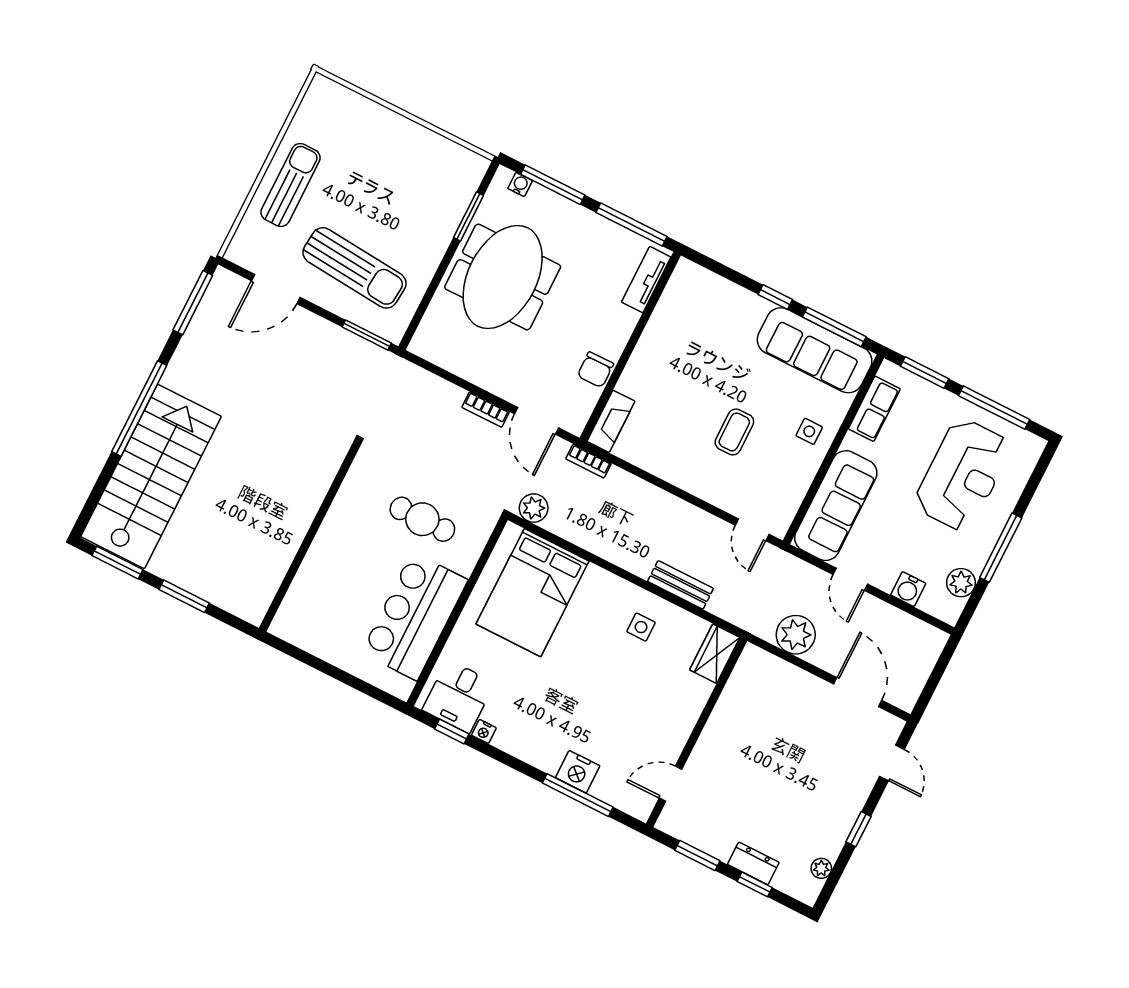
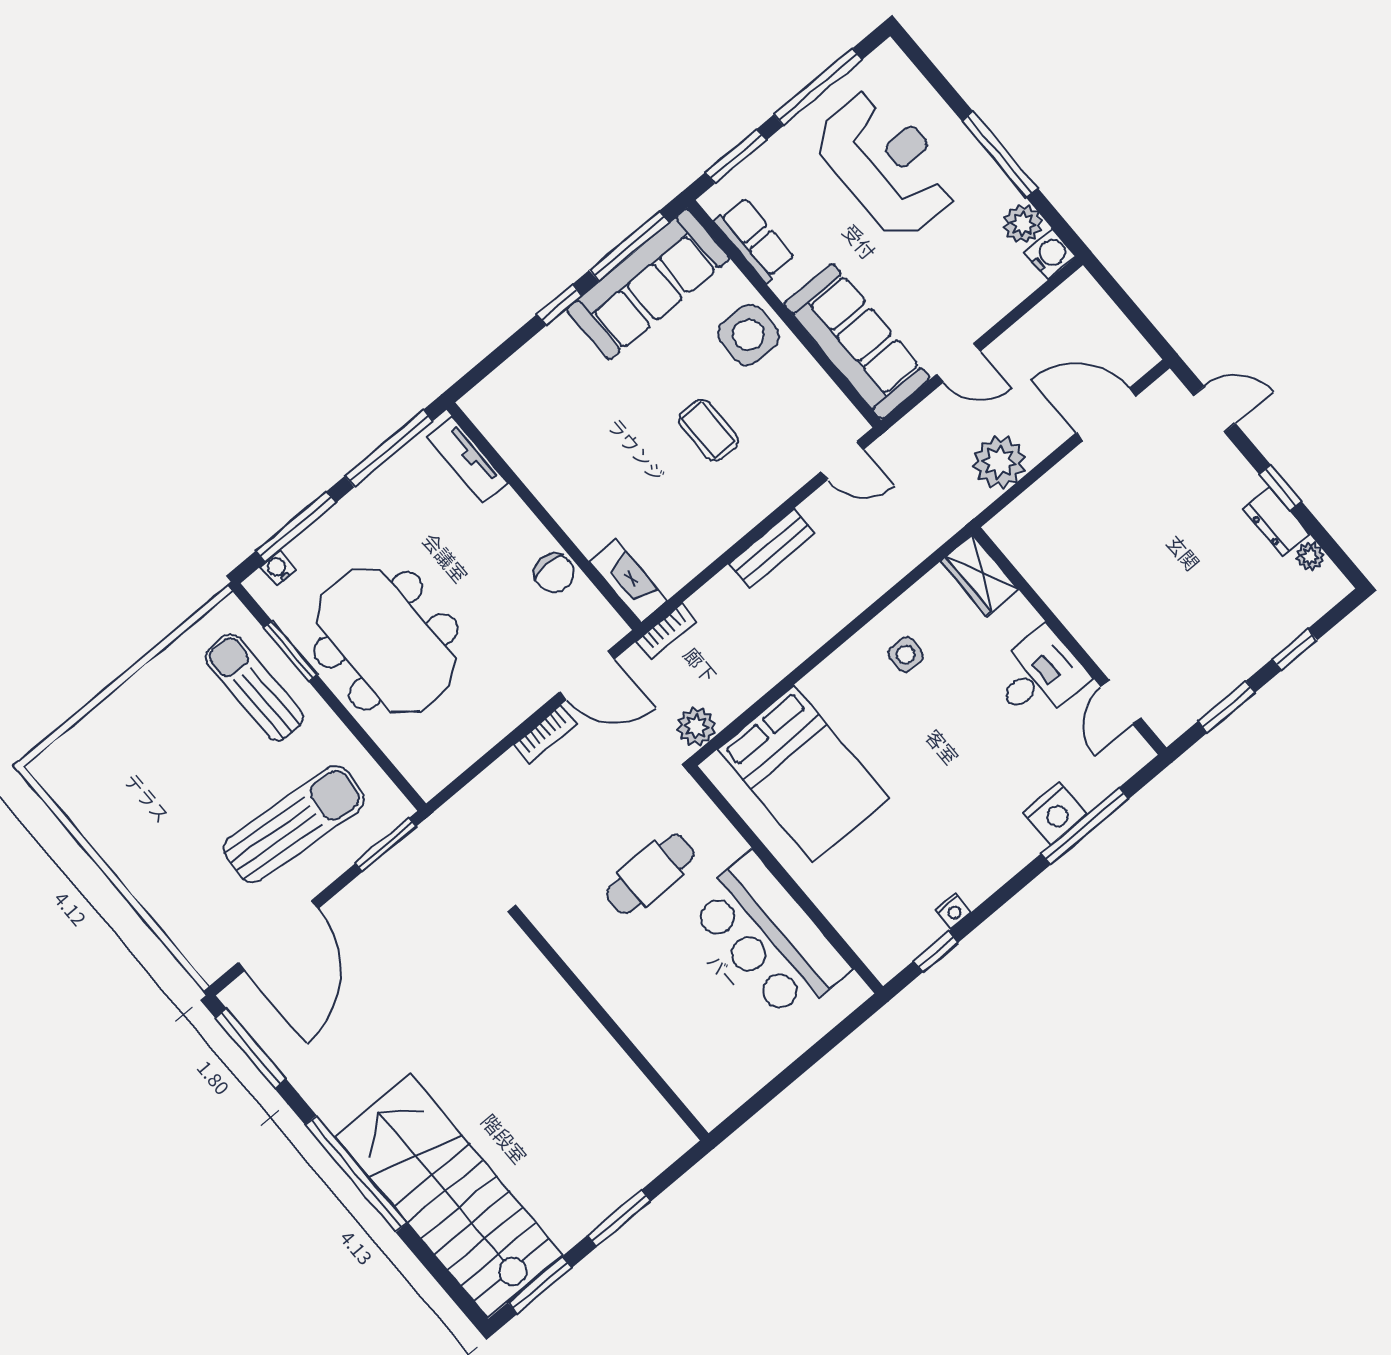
sun lounger: (291, 185) -> (254, 687), moved
door: (276, 289) -> (278, 936), width x1.36
side table: (809, 431) -> (748, 335), width x1.87, depth x1.87
bench: (680, 585) -> (772, 548), moved
water cooler: (908, 589) -> (1050, 254), moved, turned -90
desk: (458, 696) -> (1039, 676), moved, turned -90
dresser: (753, 863) -> (1276, 522), moved, turned -90

